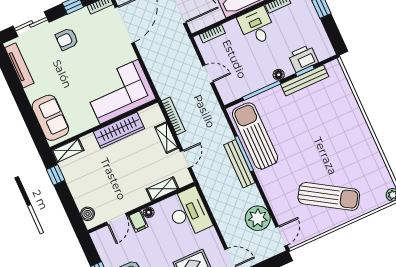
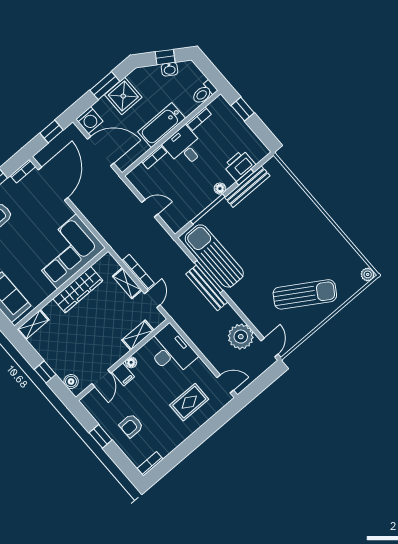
bookcase: (212, 34) -> (154, 157), moved
bookcase: (173, 116) -> (138, 272), moved
window: (56, 175) -> (45, 372), moved

